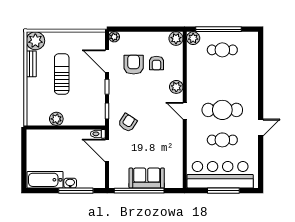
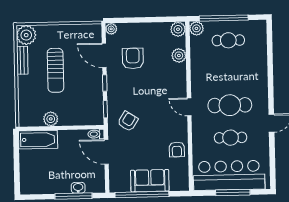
armchair: (156, 63) -> (177, 150), moved
sun lounger: (62, 74) -> (55, 70), turned 180
plant: (176, 87) -> (179, 55), moved
bathtub: (45, 180) -> (38, 140), moved, turned 180
washbasin: (70, 183) -> (78, 188), moved

